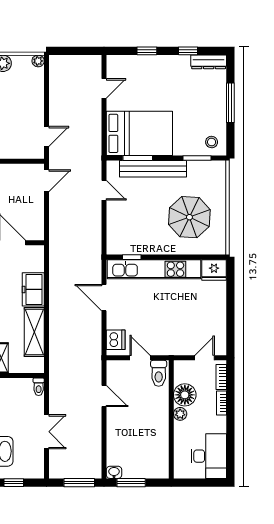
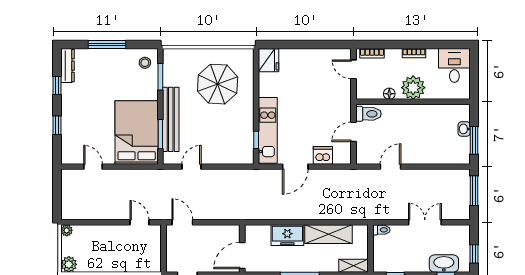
kitchen unit: (154, 269) -> (268, 130), width x0.73
dishwasher: (116, 340) -> (323, 155), moved
floor lamp: (185, 395) -> (389, 94), width x0.53, depth x0.53
bookcase: (221, 403) -> (414, 53), moved
plant: (180, 414) -> (413, 88), width x1.87, depth x1.87
desk: (209, 456) -> (454, 65), width x0.73
washbasin: (114, 472) -> (464, 129), moved

